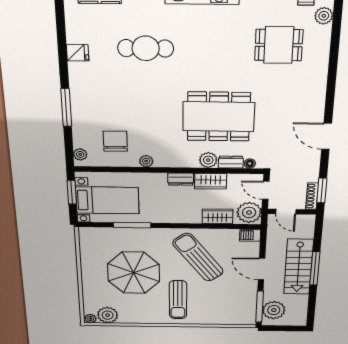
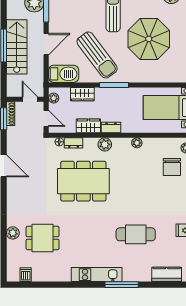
plant: (324, 16) -> (13, 233), moved
chair: (115, 141) -> (172, 167), moved
plant: (208, 160) -> (105, 144), moved
plant: (249, 212) -> (54, 98), width x0.53, depth x0.53
window: (132, 225) -> (114, 85), moved
barbecue: (250, 235) -> (64, 74), width x1.88, depth x1.53
door: (262, 269) -> (46, 44), hinge flipped

